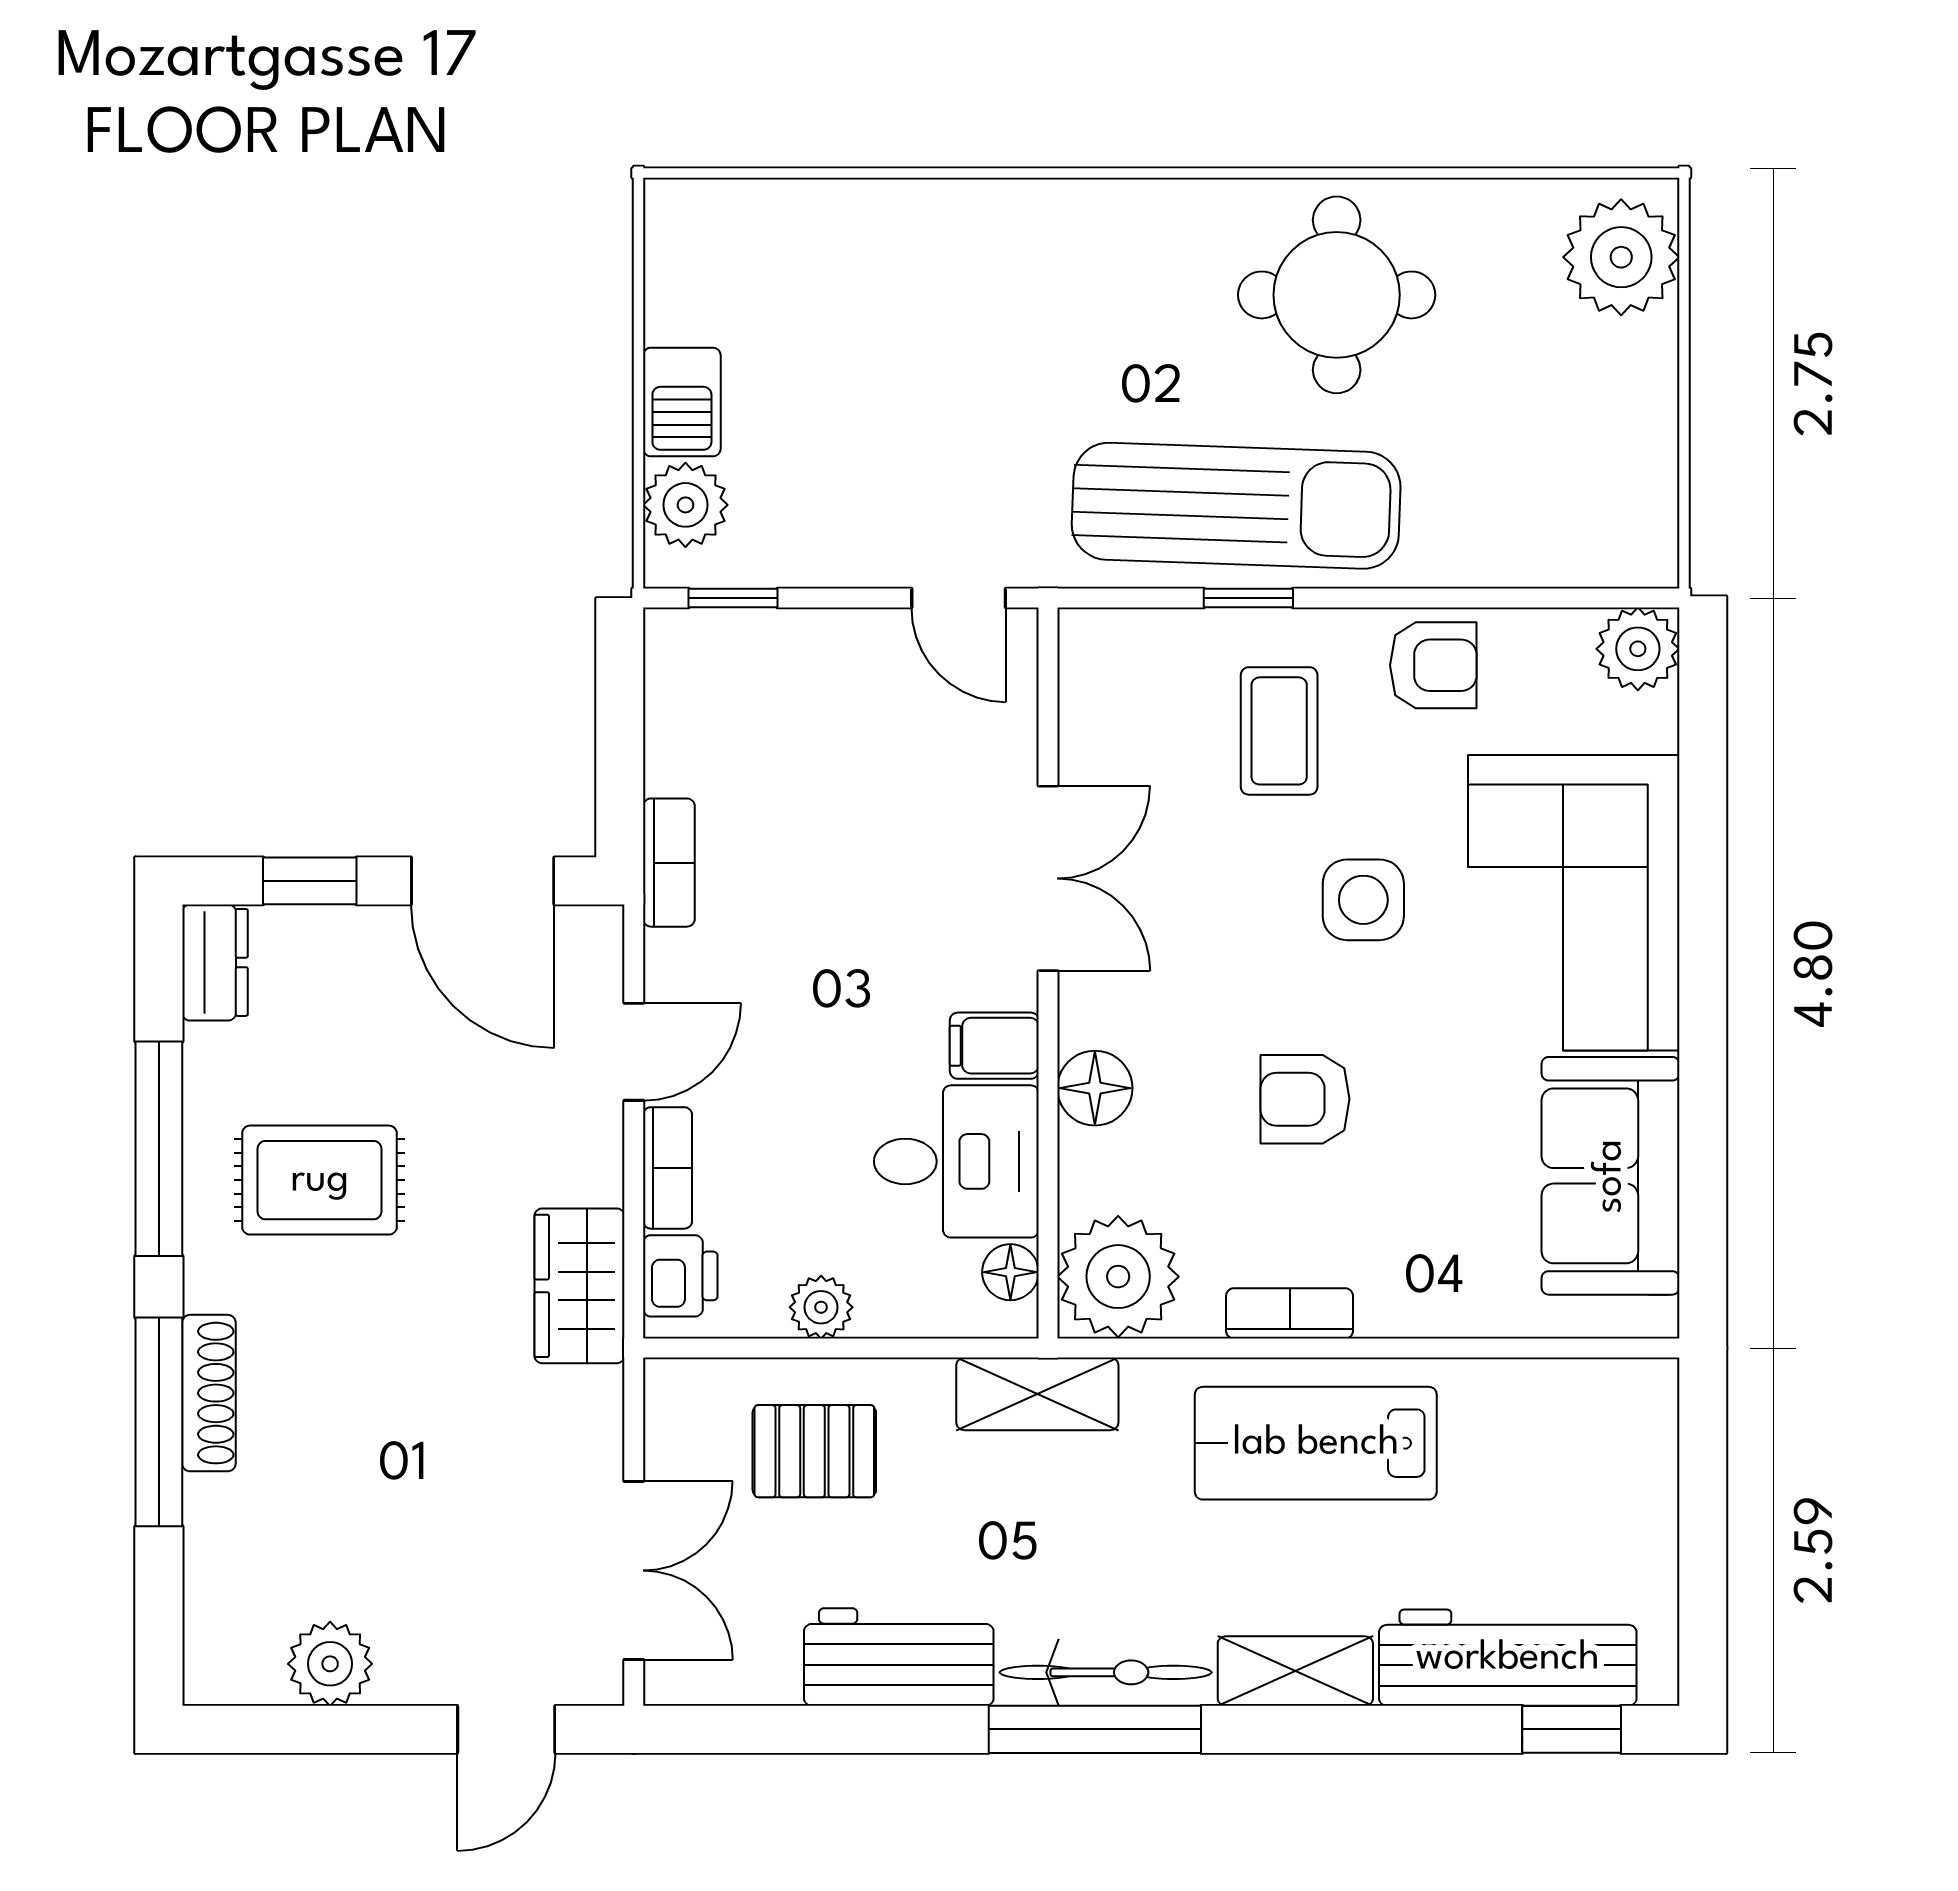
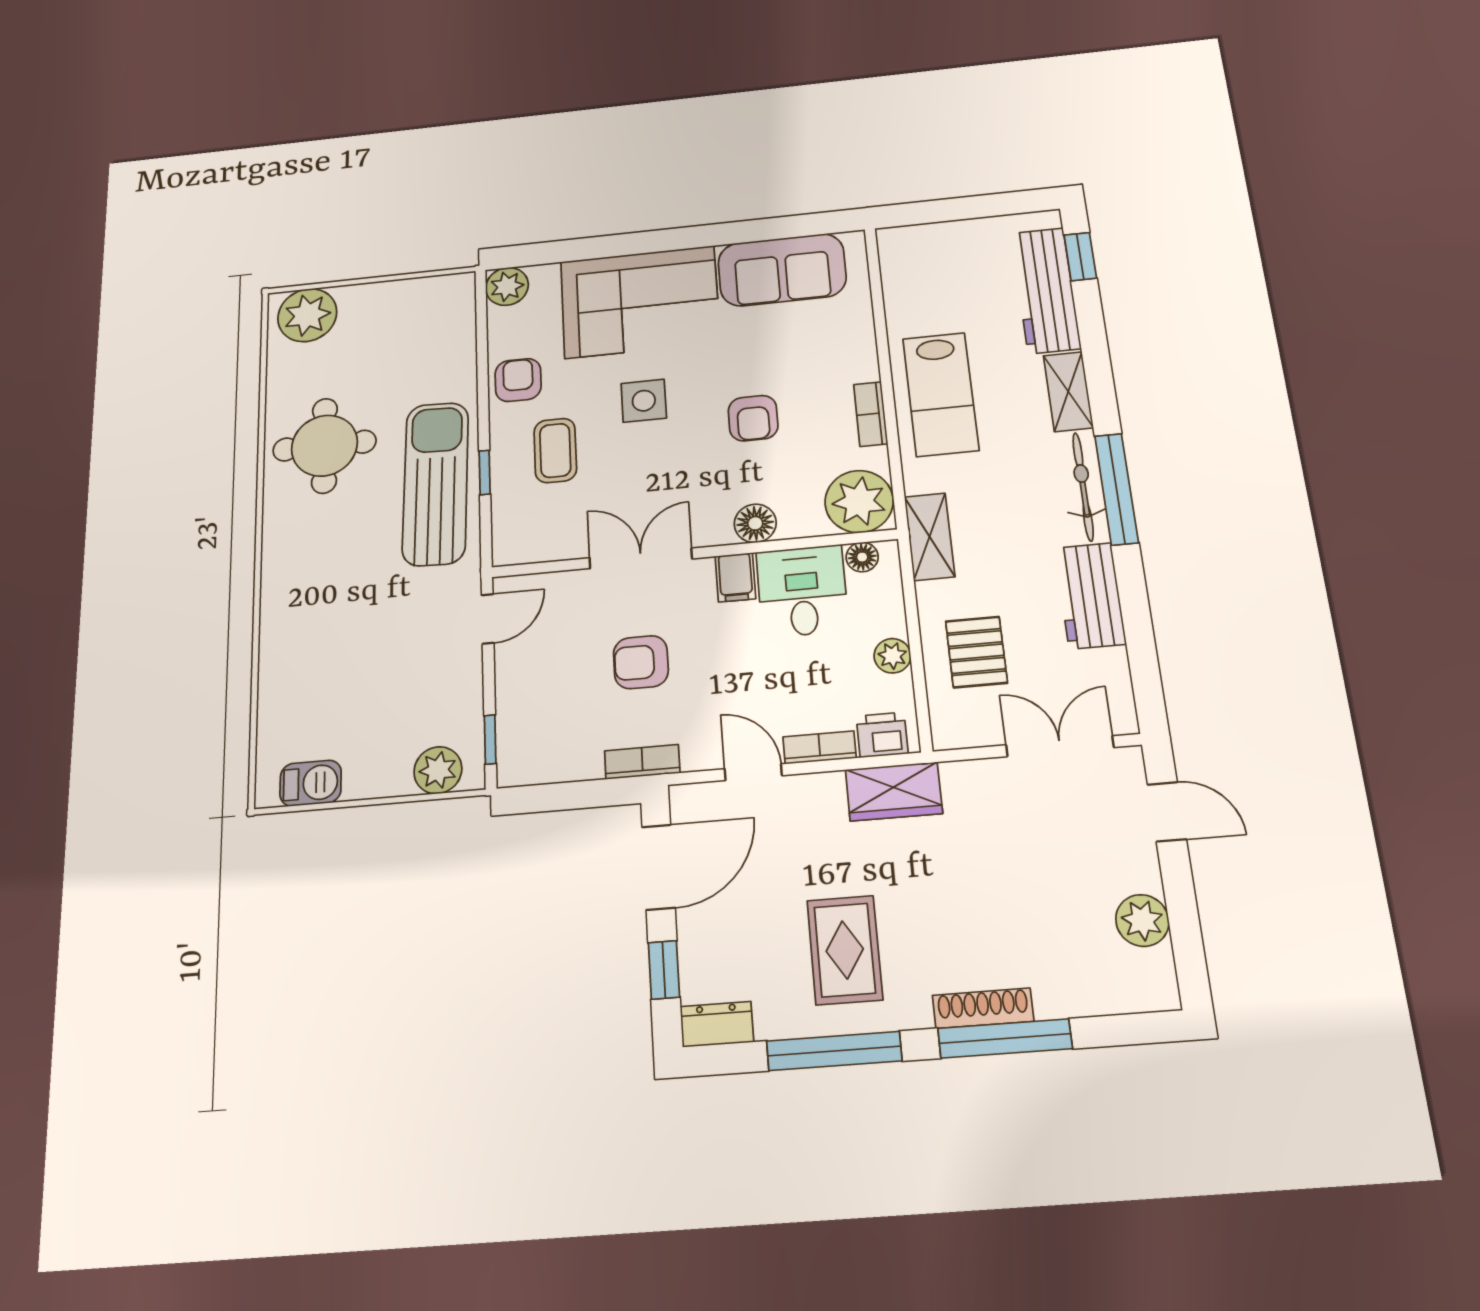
barbecue: (682, 402) -> (311, 783), moved
coffee table: (1279, 731) -> (555, 450), turned 90
armchair: (851, 869) -> (641, 662), added

